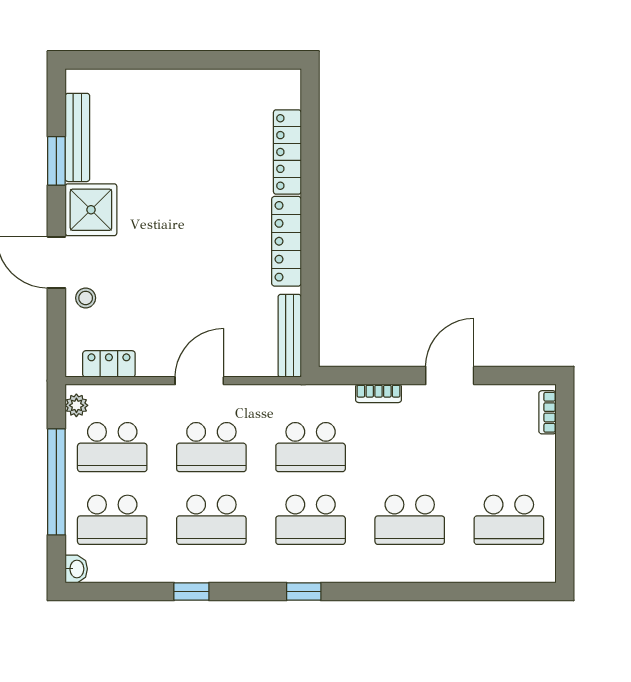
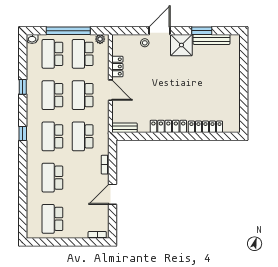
bench: (290, 336) -> (124, 128), width x0.73
locker: (109, 364) -> (117, 67), moved
door: (450, 375) -> (113, 194), swing flipped

